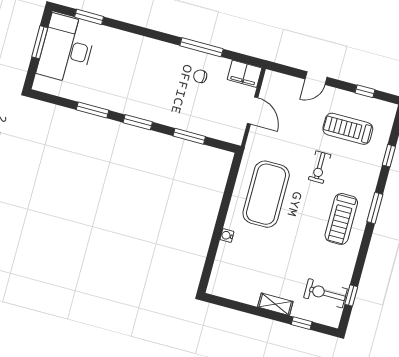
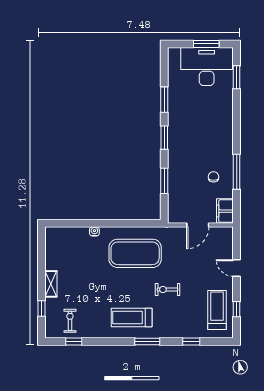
treadmill: (348, 129) -> (217, 310), moved
exercise bike: (325, 293) -> (70, 321), width x0.73, depth x0.72

